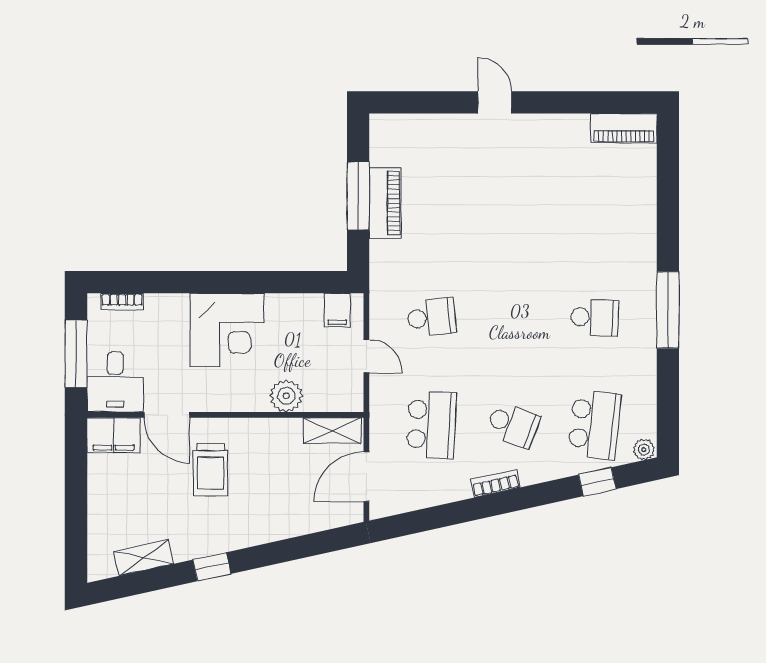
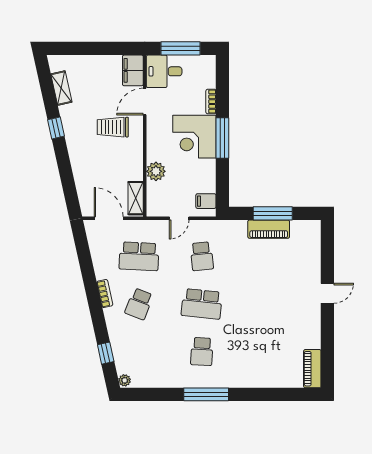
window: (229, 282) -> (222, 138), added
bookcase: (122, 302) -> (211, 102), moved
school desk: (595, 425) -> (202, 304), moved

